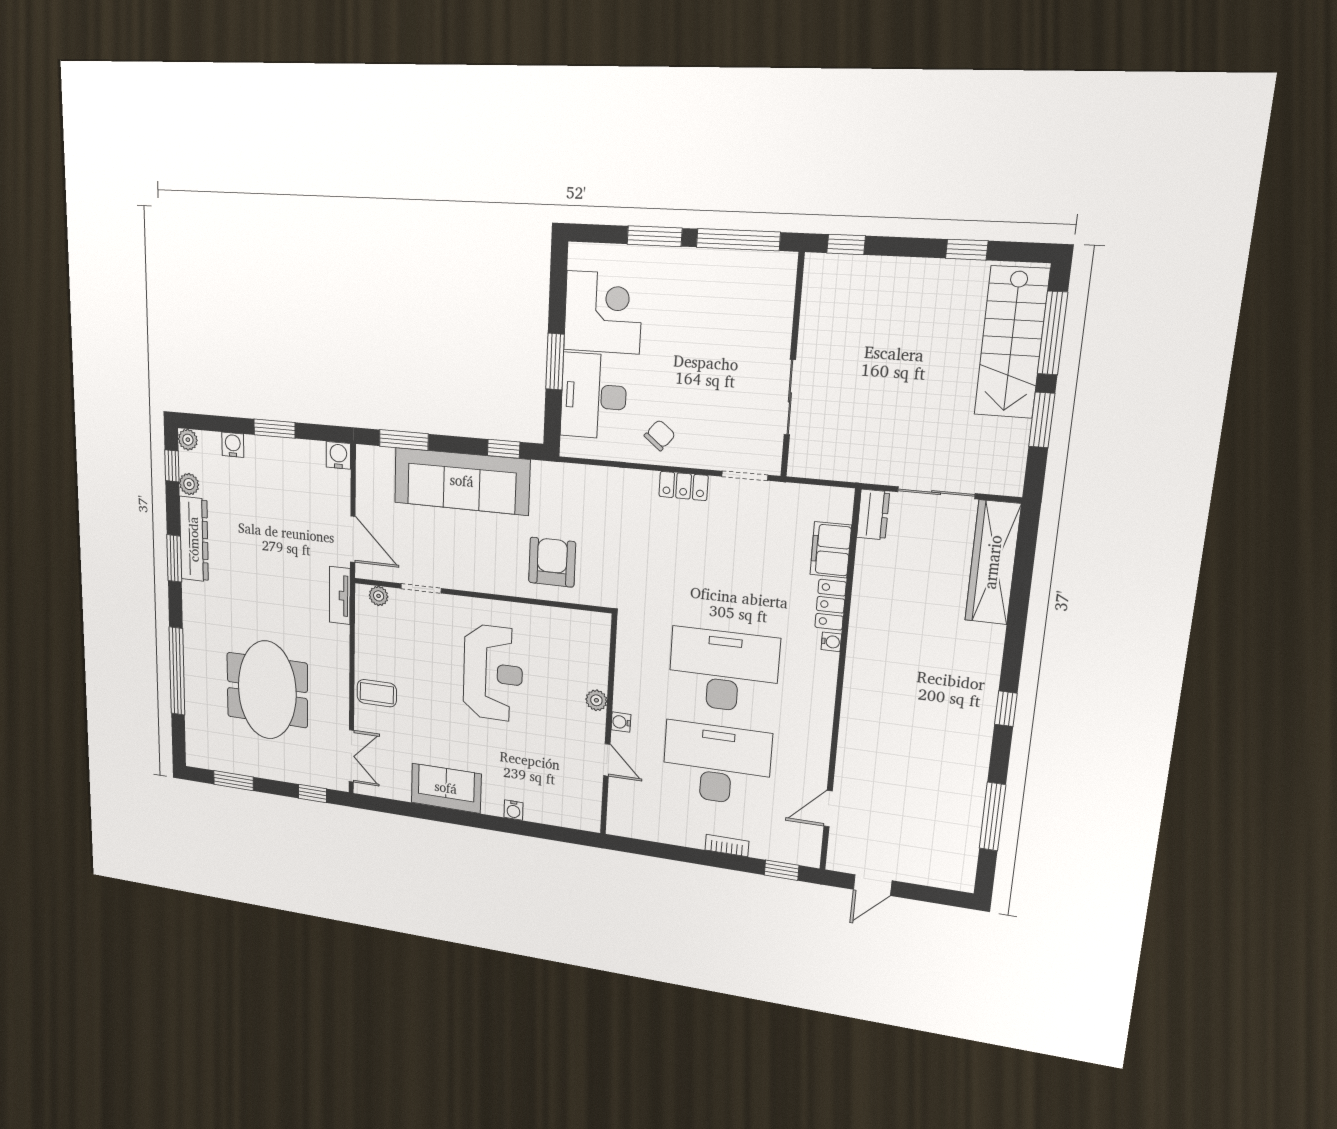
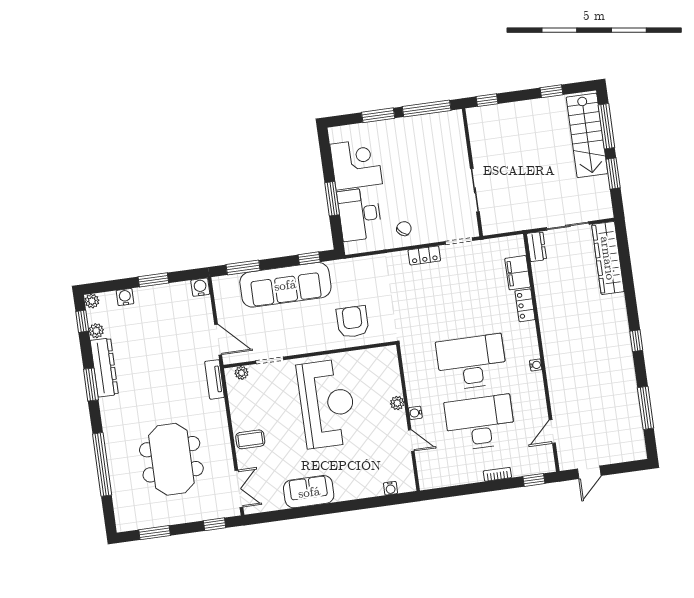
water cooler: (831, 642) -> (536, 365), moved
reception desk: (493, 673) -> (327, 404), width x1.36, depth x1.30
water cooler: (514, 810) -> (390, 488), moved

